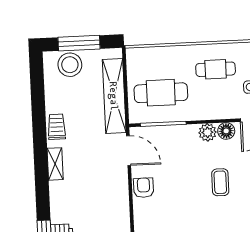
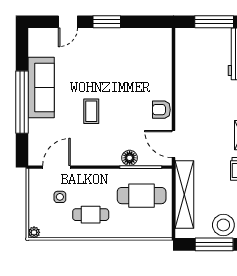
floor lamp: (226, 131) -> (130, 158), moved
plant: (207, 132) -> (101, 157), removed
armchair: (144, 188) -> (161, 110), turned 90

